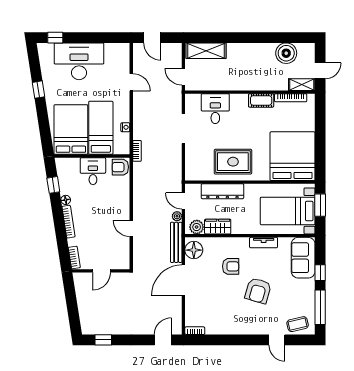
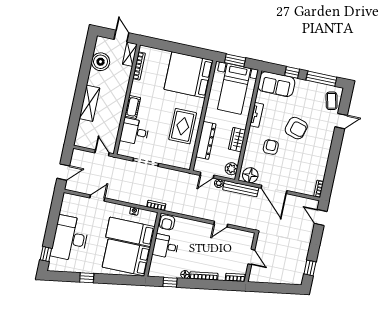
shelving: (206, 51) -> (90, 103), moved
door: (183, 77) -> (102, 153), swing flipped
cot: (261, 100) -> (133, 107), moved
wardrobe: (218, 227) -> (237, 140), moved

